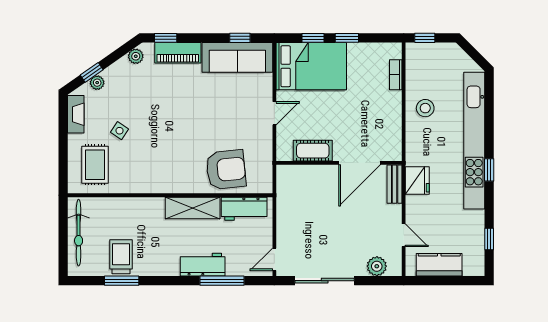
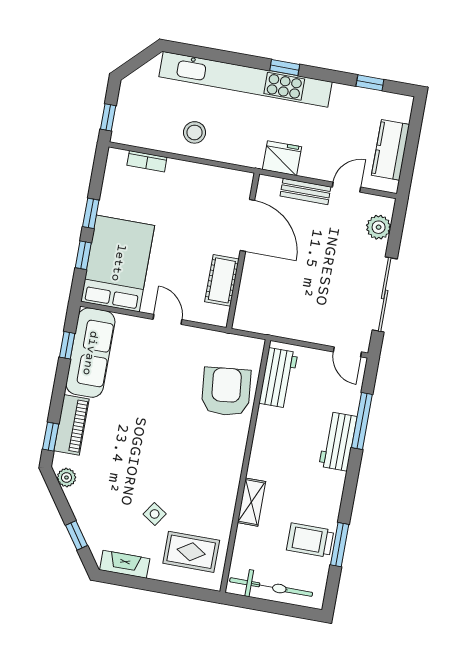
plant: (97, 83) -> (90, 531), removed
bench: (395, 184) -> (305, 191), moved
shelving: (193, 208) -> (251, 502), moved, width x0.67, depth x0.75

